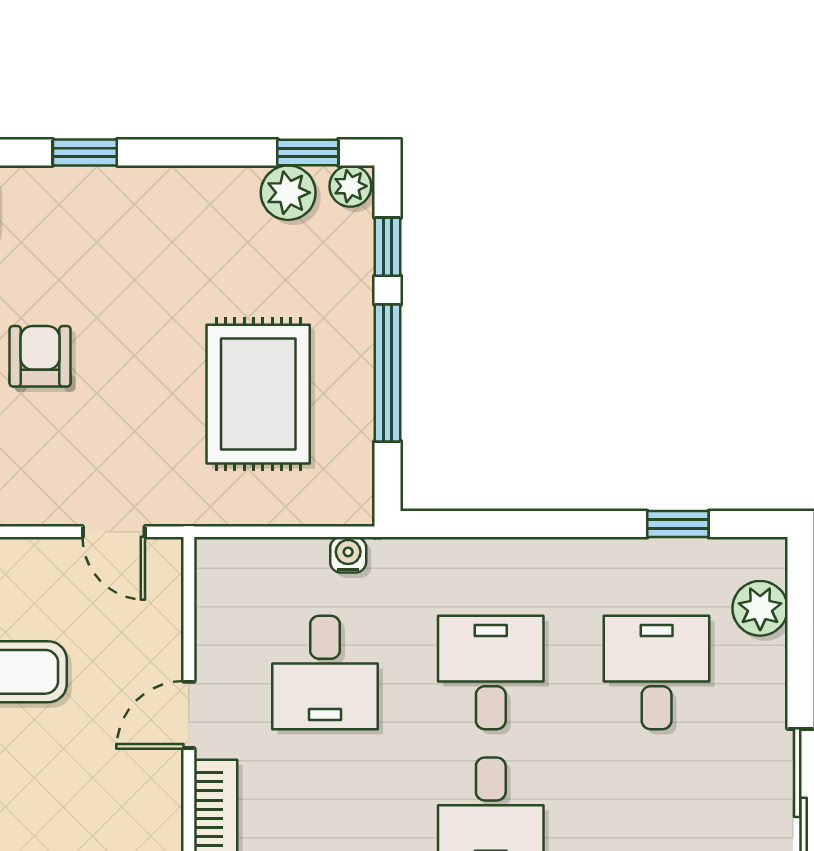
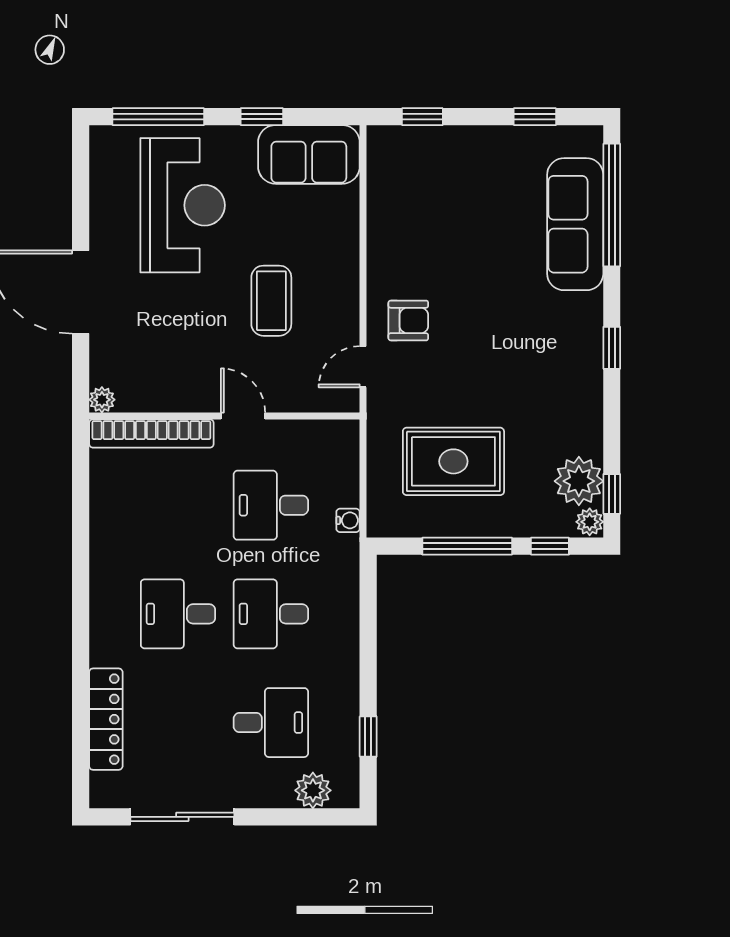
plant: (288, 193) -> (579, 481), width x1.36, depth x1.36
armchair: (40, 356) -> (408, 320), moved
desk: (491, 672) -> (271, 614), turned 180

